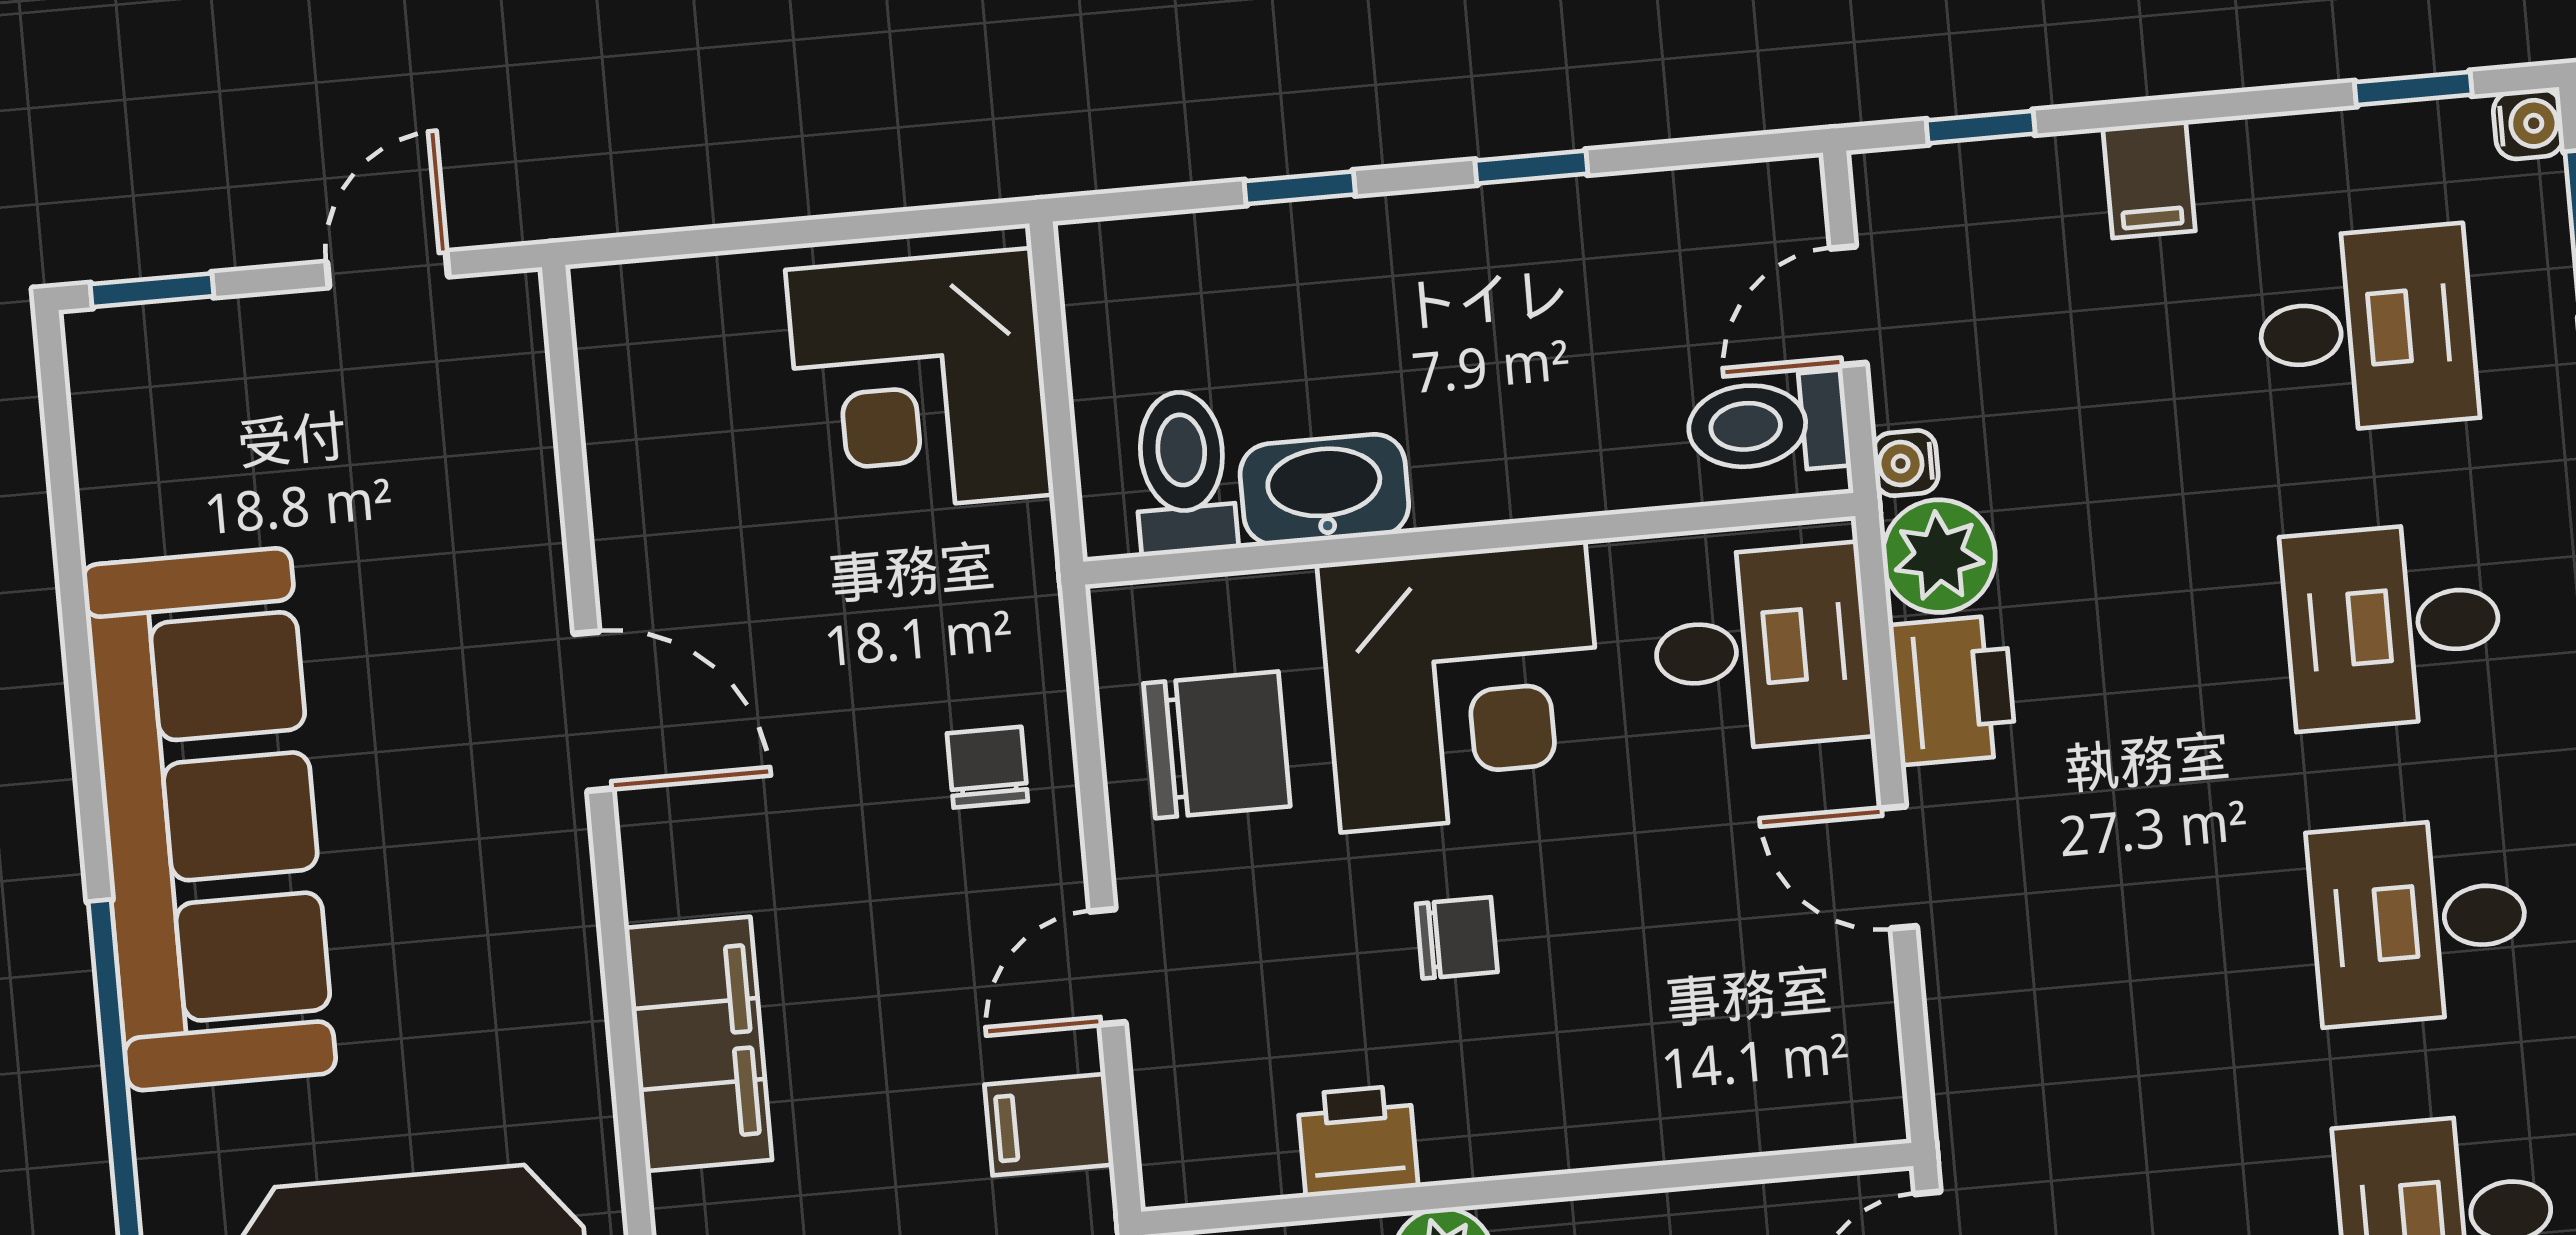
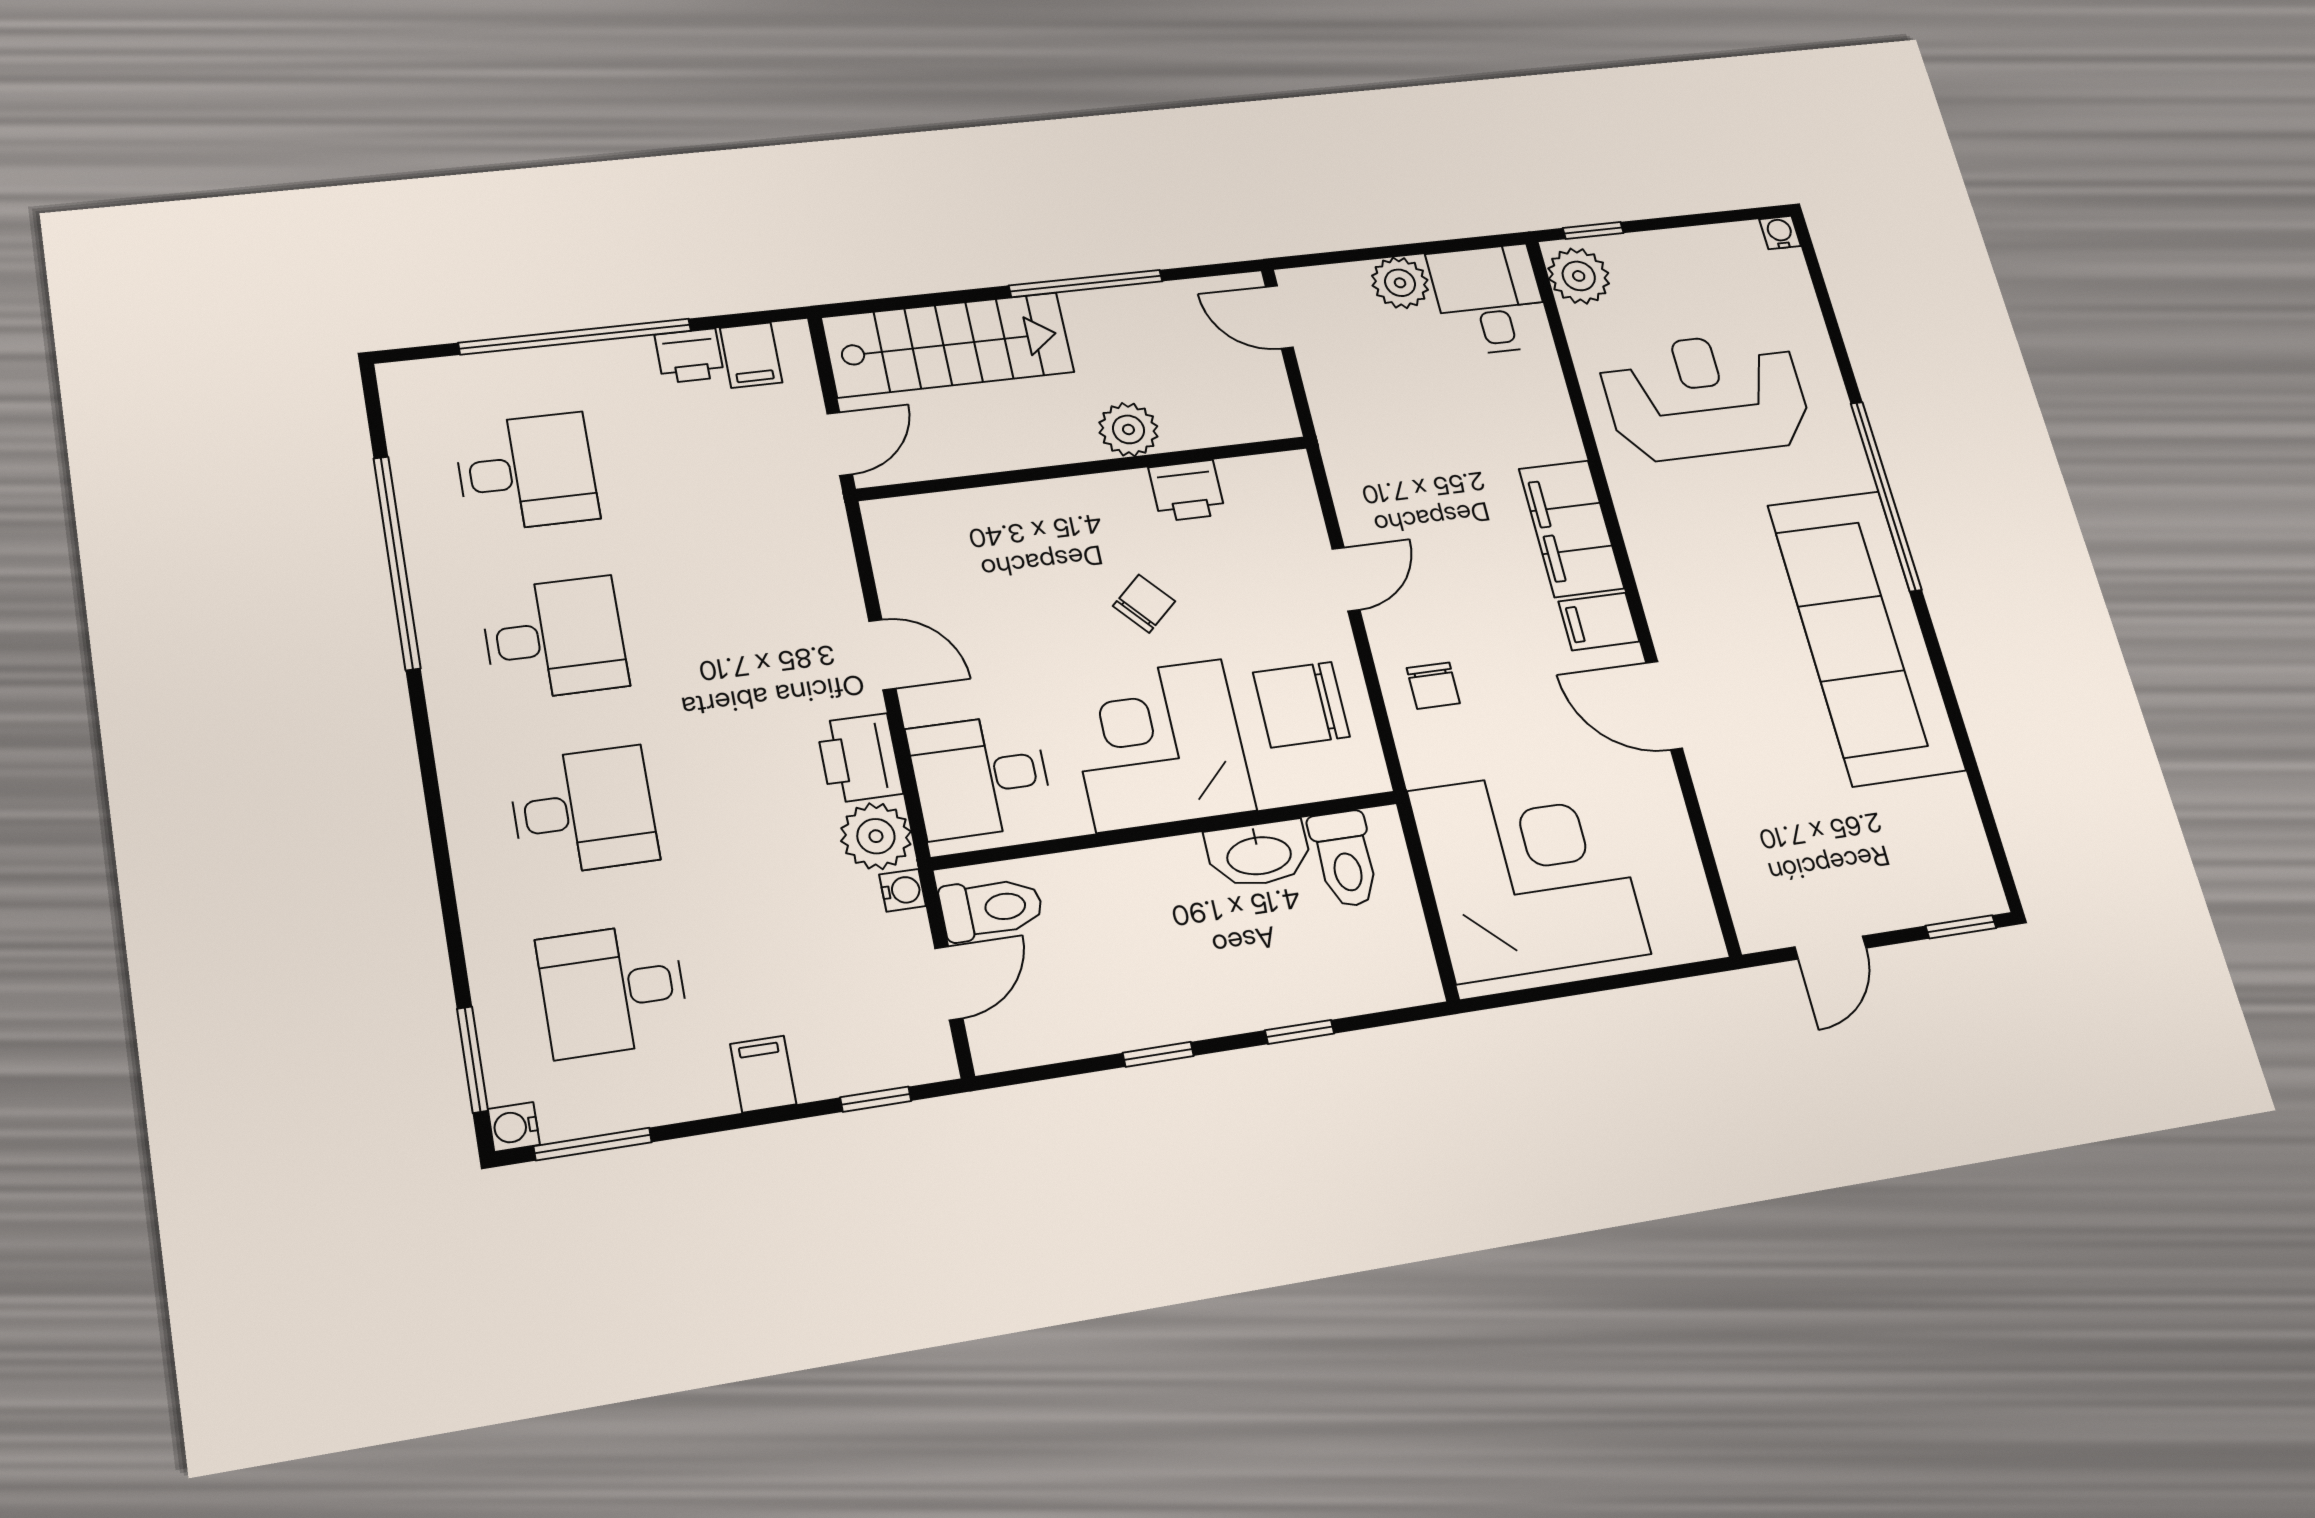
window: (2413, 88) -> (593, 1144), width x1.50
corner desk: (919, 382) -> (1529, 872), width x1.36, depth x1.36
chair: (1457, 938) -> (1144, 604), turned 138
filing cabinet: (1049, 1125) -> (1599, 621), moved, turned 180

